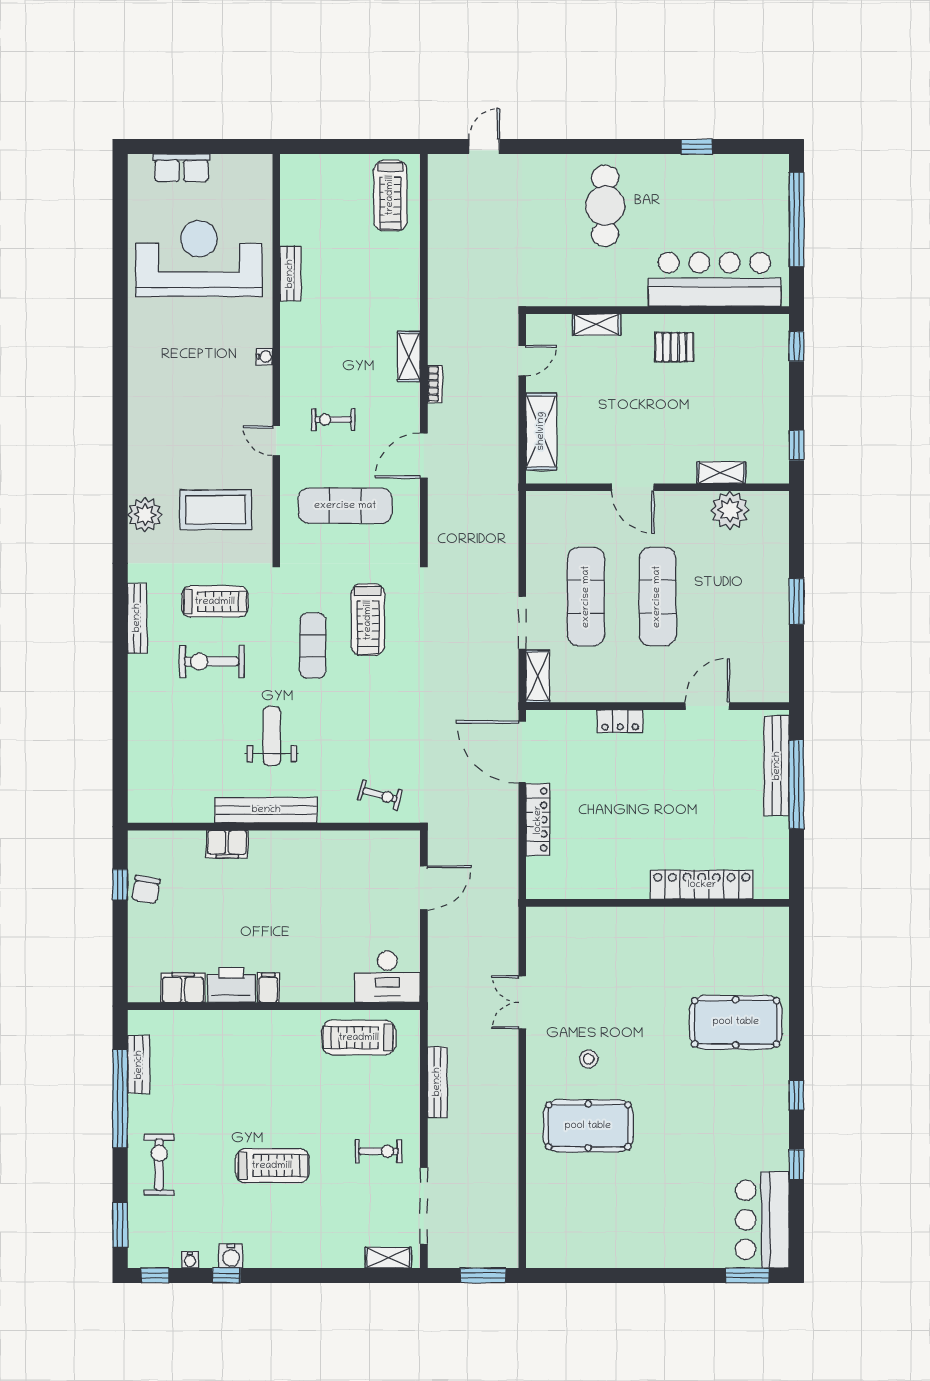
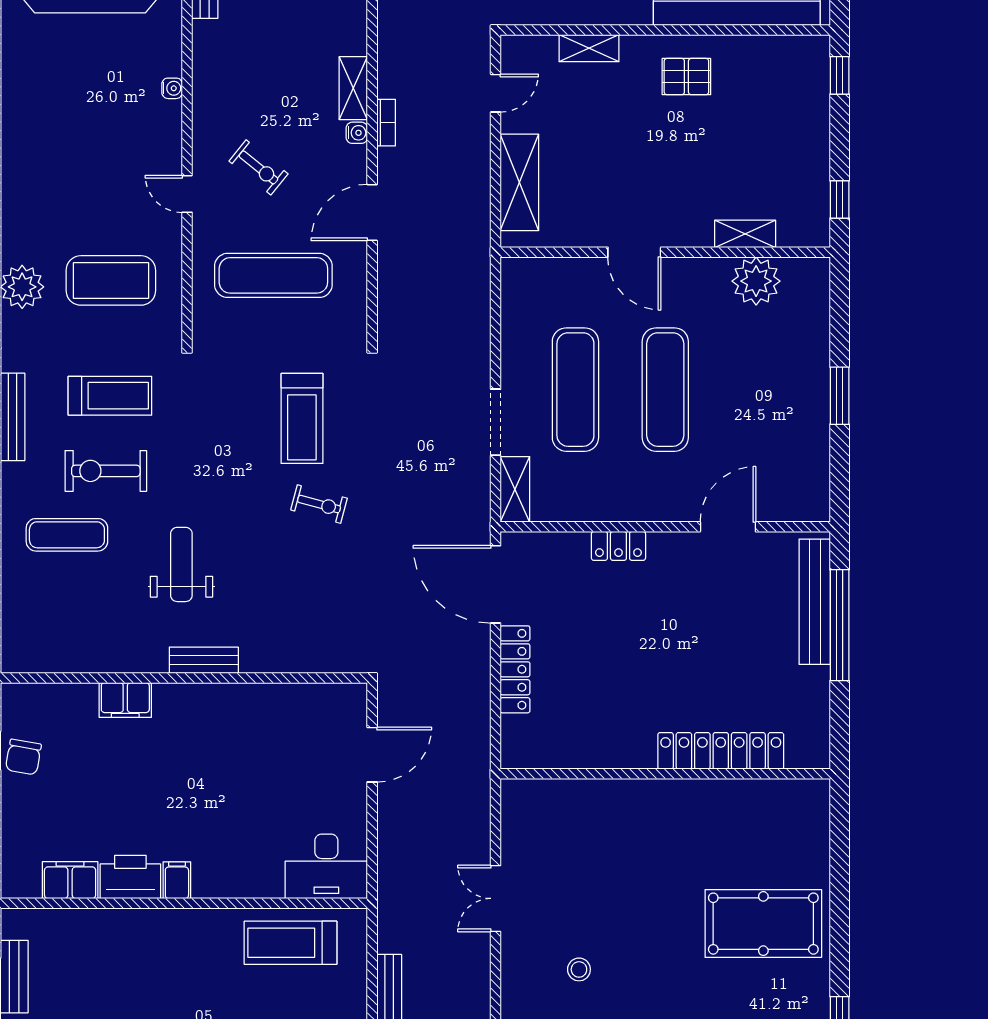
water cooler: (412, 392) -> (357, 133), added
exercise bike: (333, 420) -> (258, 167), turned -141
exercise mat: (313, 646) -> (67, 535), moved, turned 90
exercise bike: (380, 795) -> (319, 504), moved
bench: (266, 810) -> (204, 660), width x0.54, depth x0.82

